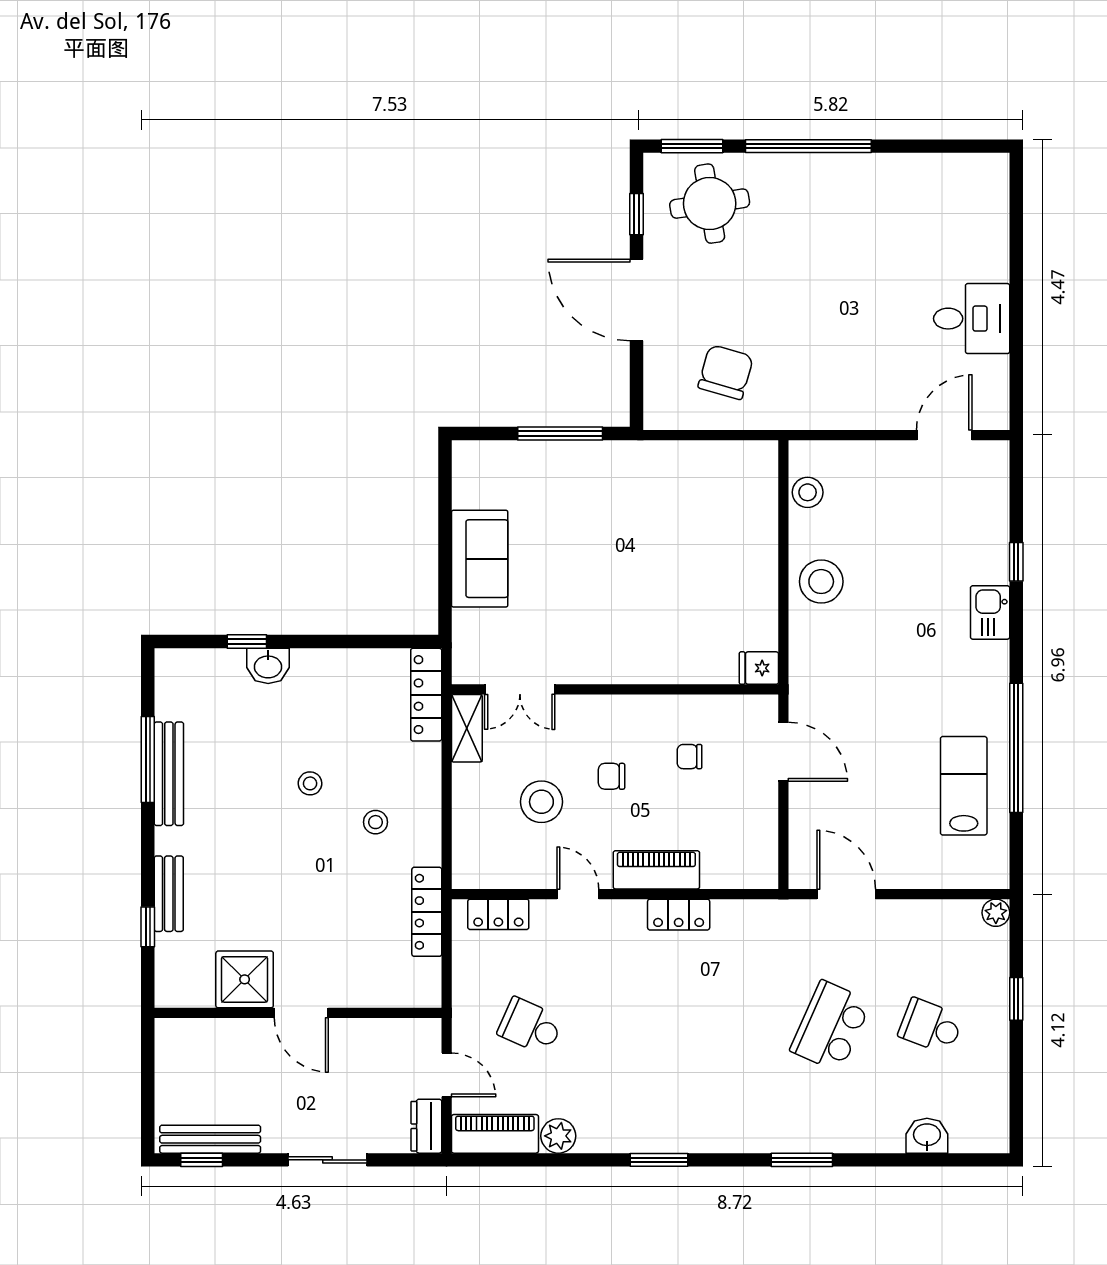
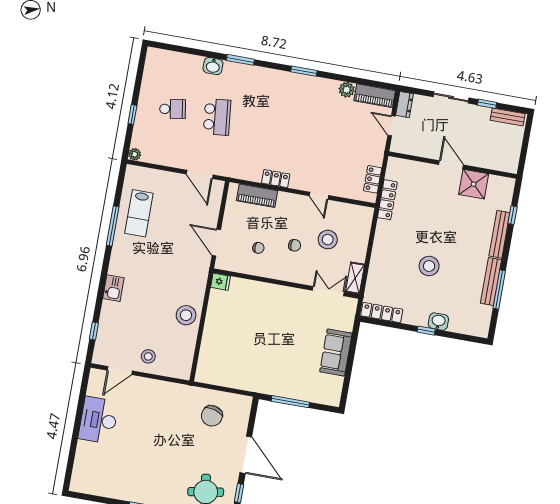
desk: (972, 319) -> (98, 420), width x1.37
stool: (808, 492) -> (148, 356), moved
window: (1016, 562) -> (94, 331), moved
window: (247, 641) -> (426, 331), moved
locker: (426, 695) -> (382, 313), moved, turned -90
window: (1016, 748) -> (113, 226), width x0.68
stool: (310, 783) -> (429, 266), width x1.89, depth x1.89
stool: (376, 822) -> (403, 244), removed
piano: (656, 870) -> (257, 196), moved
bench: (169, 894) -> (499, 234), width x1.36
locker: (498, 914) -> (373, 179), moved, turned -90
school desk: (530, 1026) -> (350, 141), removed
school desk: (831, 1026) -> (217, 117), turned -30
school desk: (931, 1026) -> (173, 109), turned -30
washbasin: (927, 1136) -> (213, 66), moved
bench: (210, 1139) -> (508, 117), width x0.73
window: (202, 1160) -> (487, 104), moved

